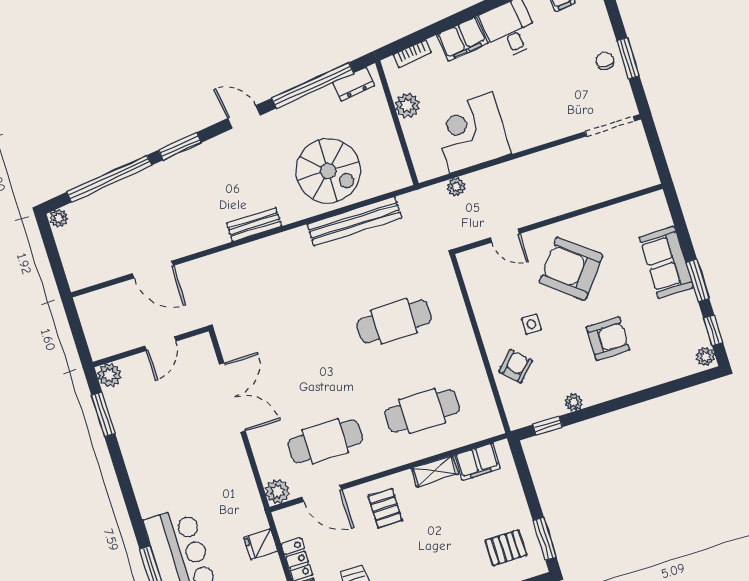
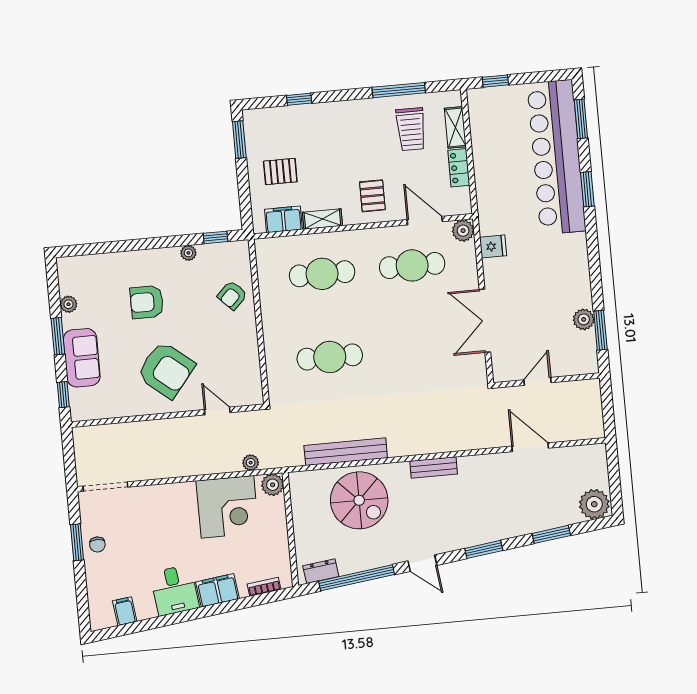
plant: (407, 106) -> (273, 485), moved
spiral stairs: (328, 171) -> (359, 500), turned 180
window: (109, 179) -> (551, 534), width x0.47
plant: (59, 218) -> (594, 504), width x1.87, depth x1.87
side table: (531, 324) -> (211, 329), removed
window: (713, 330) -> (63, 395), moved
plant: (705, 357) -> (69, 304), moved
plant: (109, 375) -> (584, 319), moved
fridge: (261, 544) -> (493, 246), moved
pallet: (506, 548) -> (280, 171), moved

